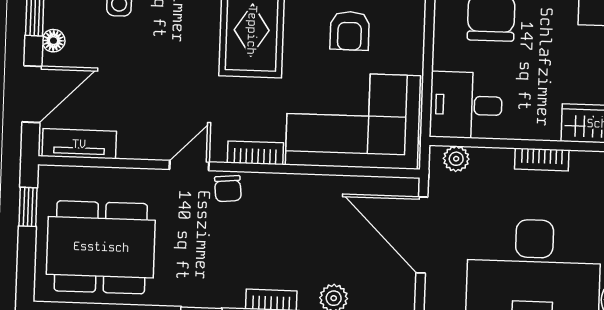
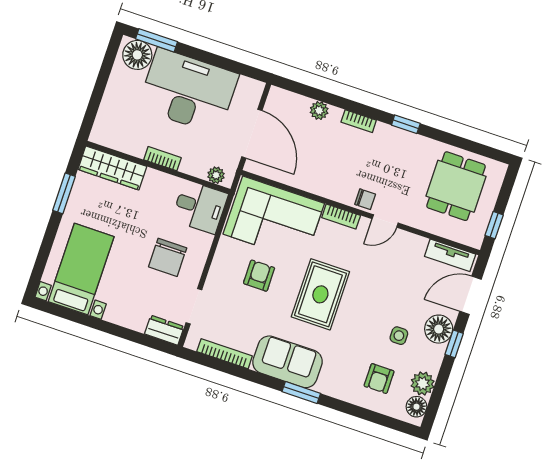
floor lamp: (53, 41) -> (439, 329), width x1.89, depth x1.89
chair: (228, 189) -> (365, 199), turned 95
dining table: (101, 247) -> (456, 186), width x0.73

